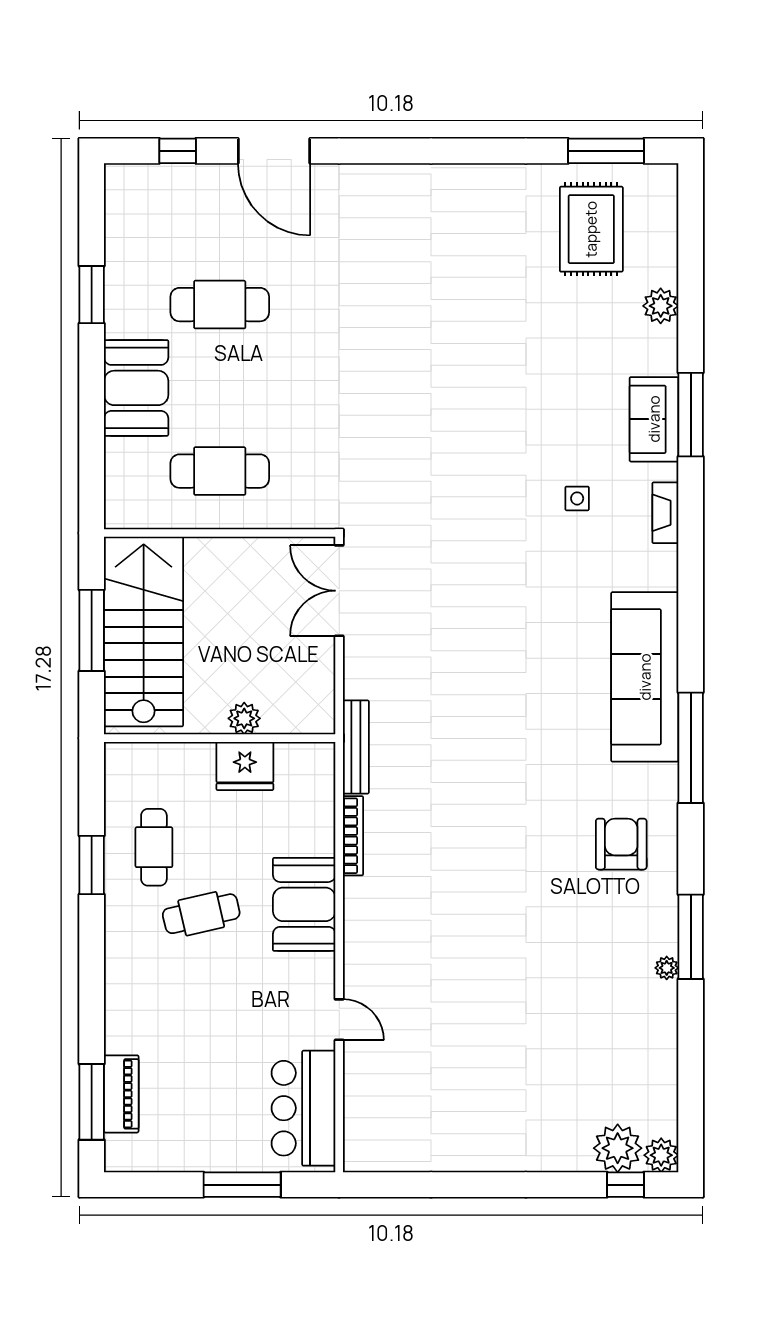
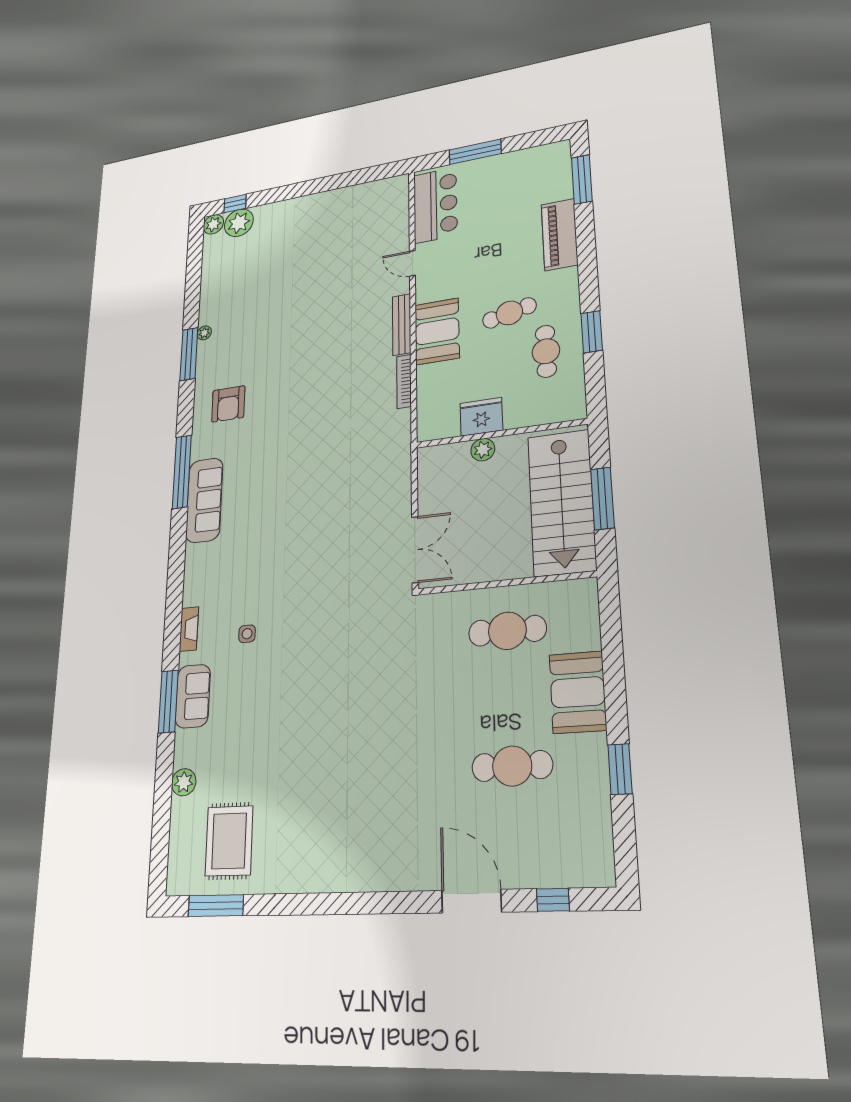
sofa: (645, 677) -> (204, 500), width x0.74, depth x0.79
bench: (356, 747) -> (402, 325), moved
piano: (121, 1094) -> (560, 234), moved, width x1.37, depth x1.33

